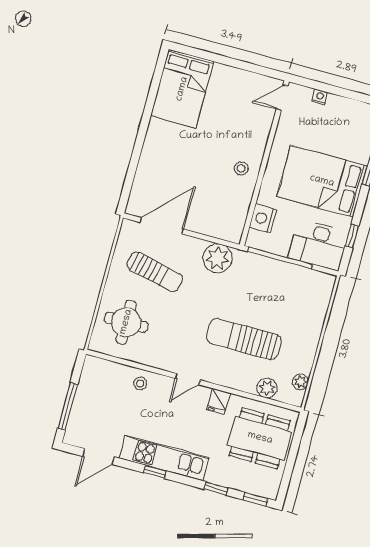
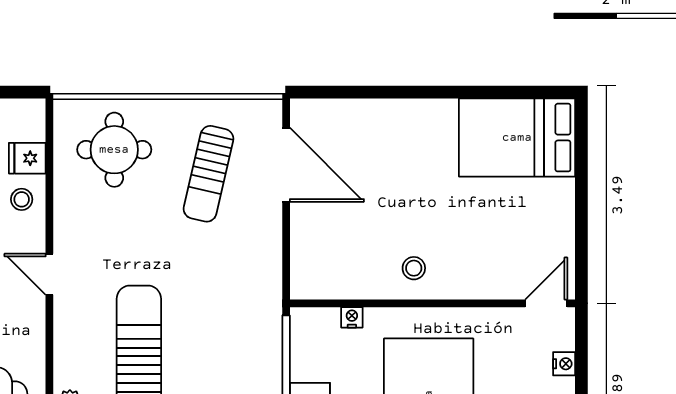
door: (282, 98) -> (546, 303), hinge flipped
nightstand: (263, 219) -> (352, 317), width x0.53, depth x0.56
plant: (218, 258) -> (258, 269), removed
fridge: (218, 401) -> (27, 158), moved

